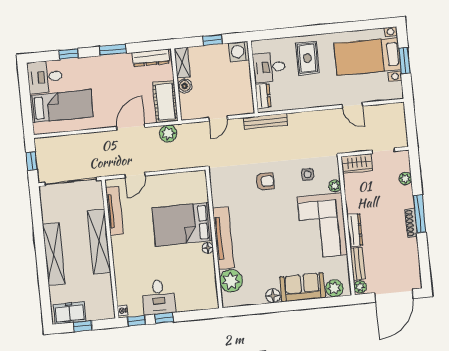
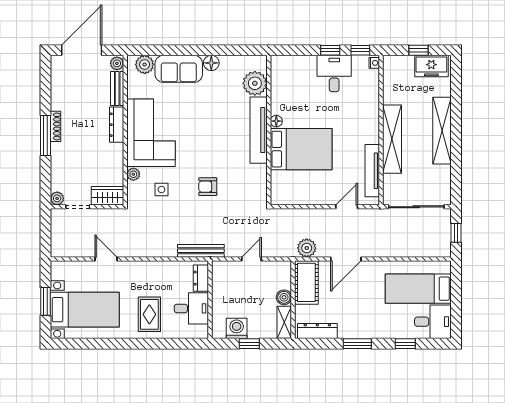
washing machine: (239, 52) -> (237, 328), moved, turned -90
plant: (405, 179) -> (57, 198), moved

